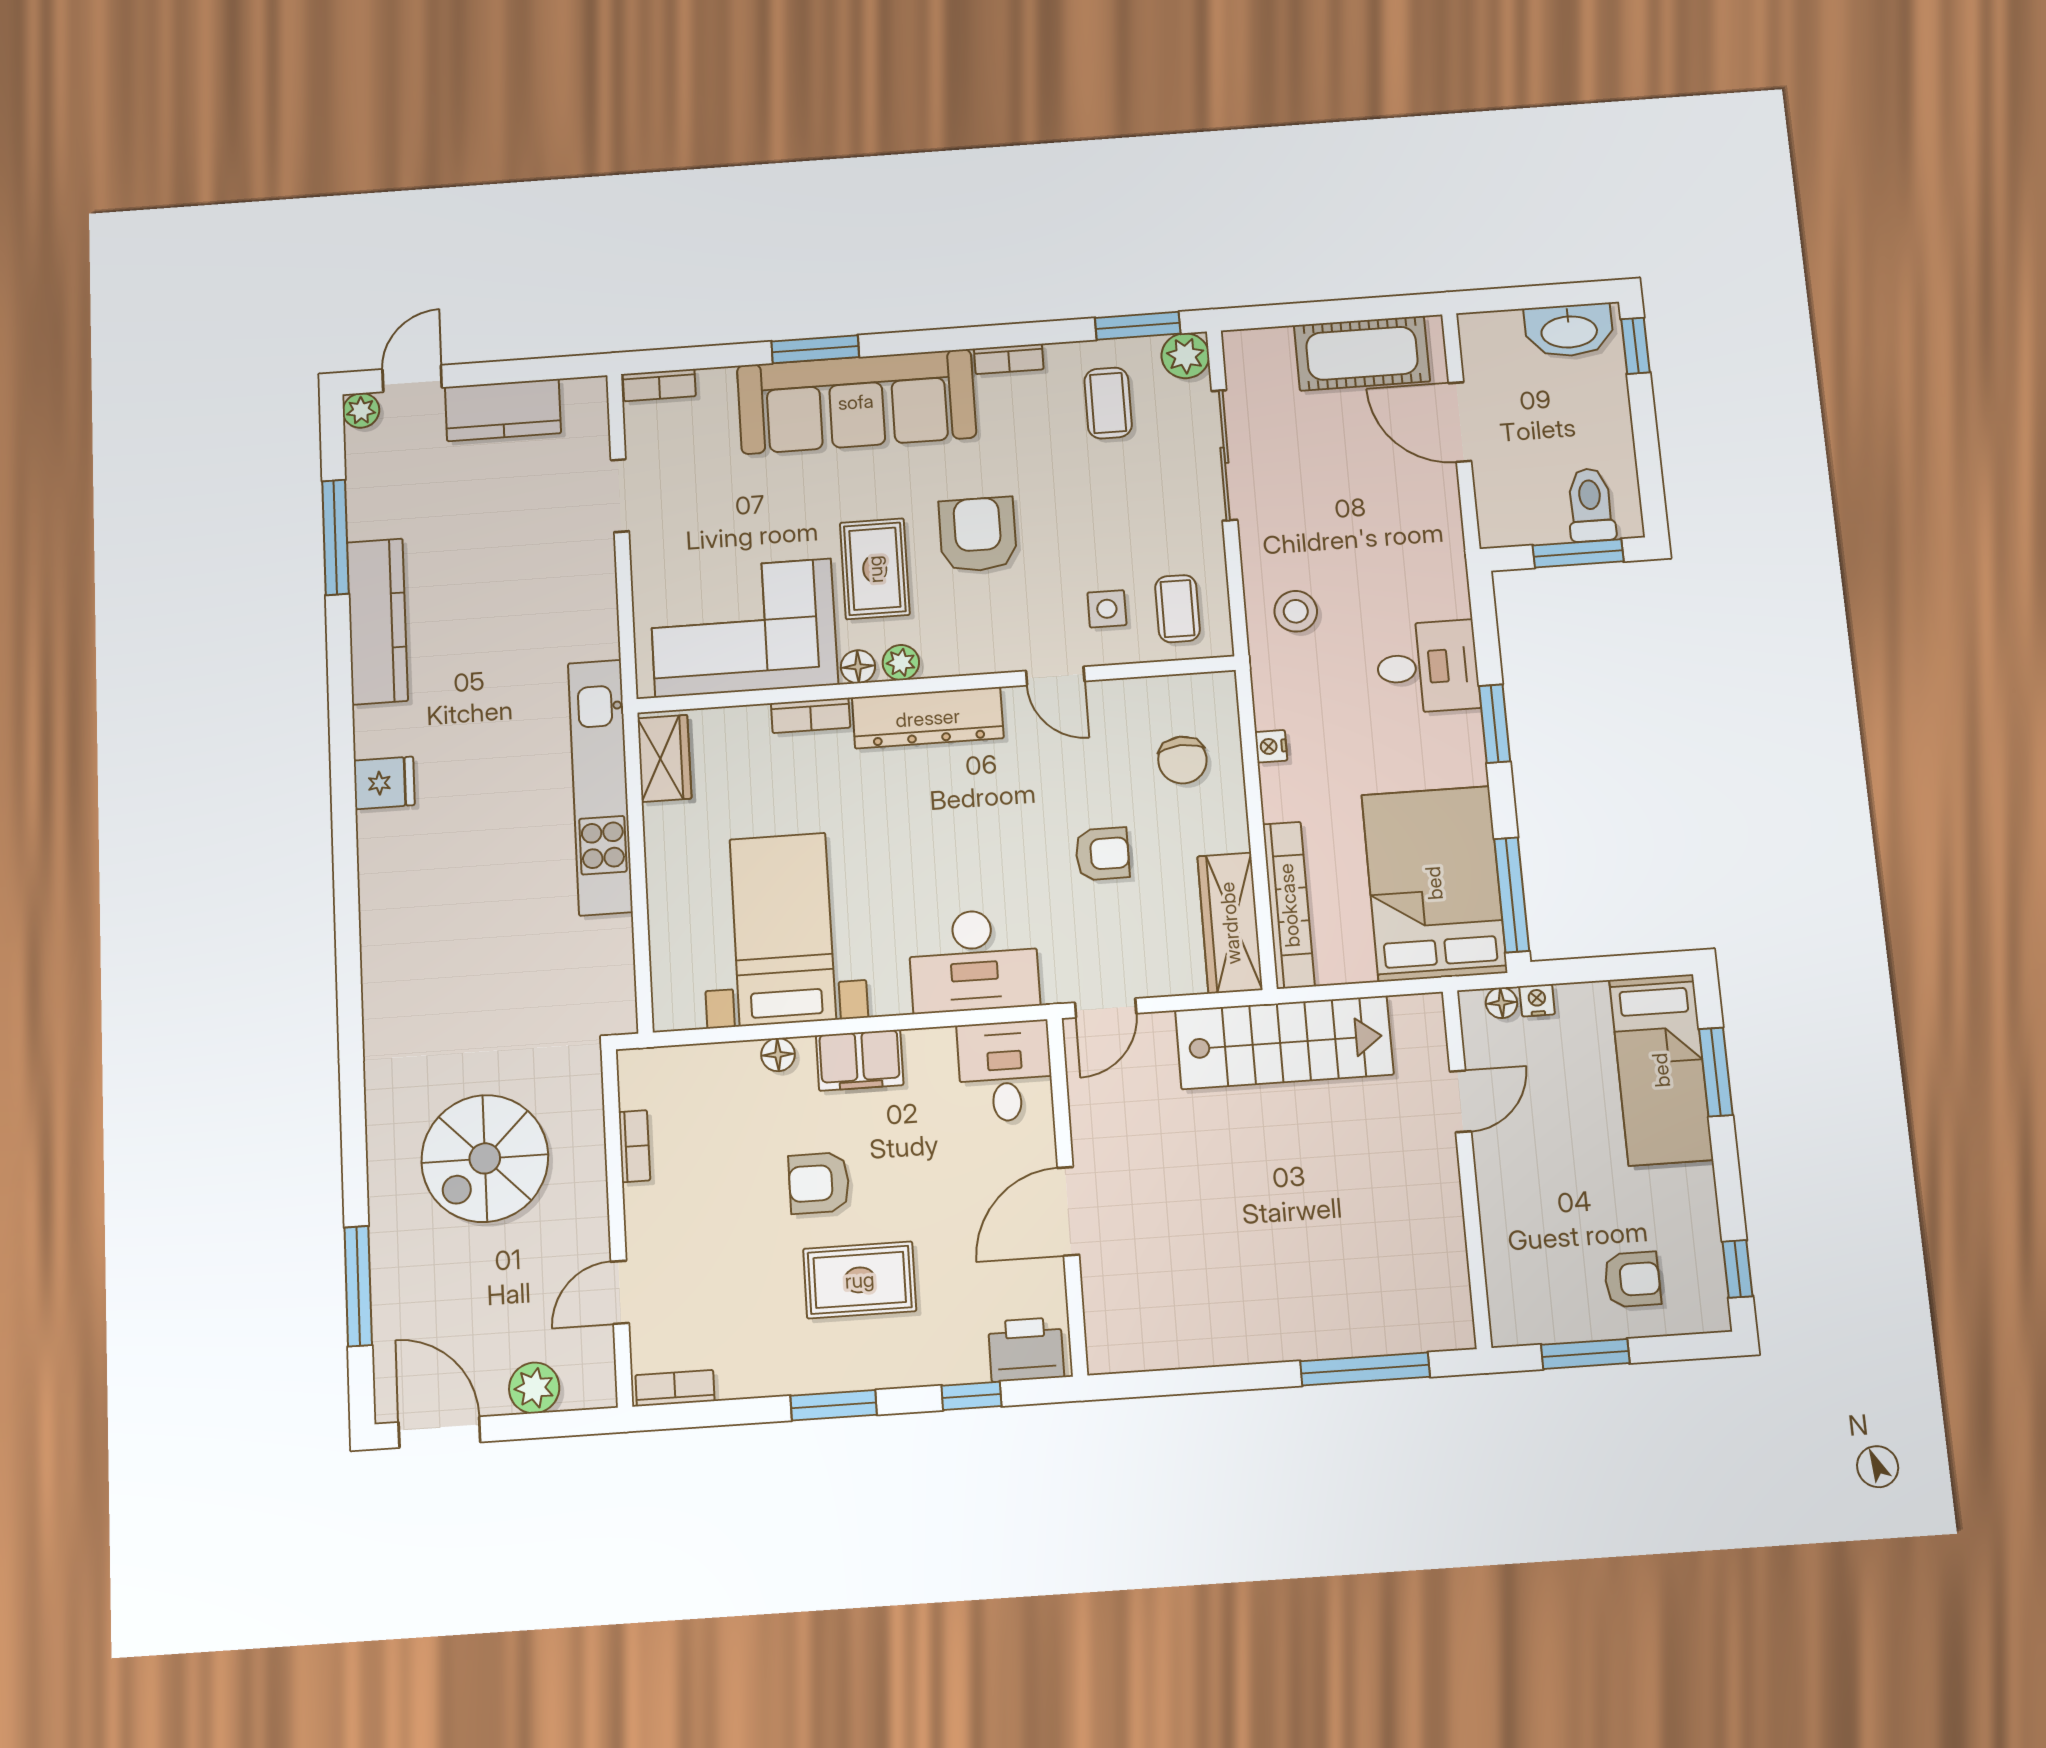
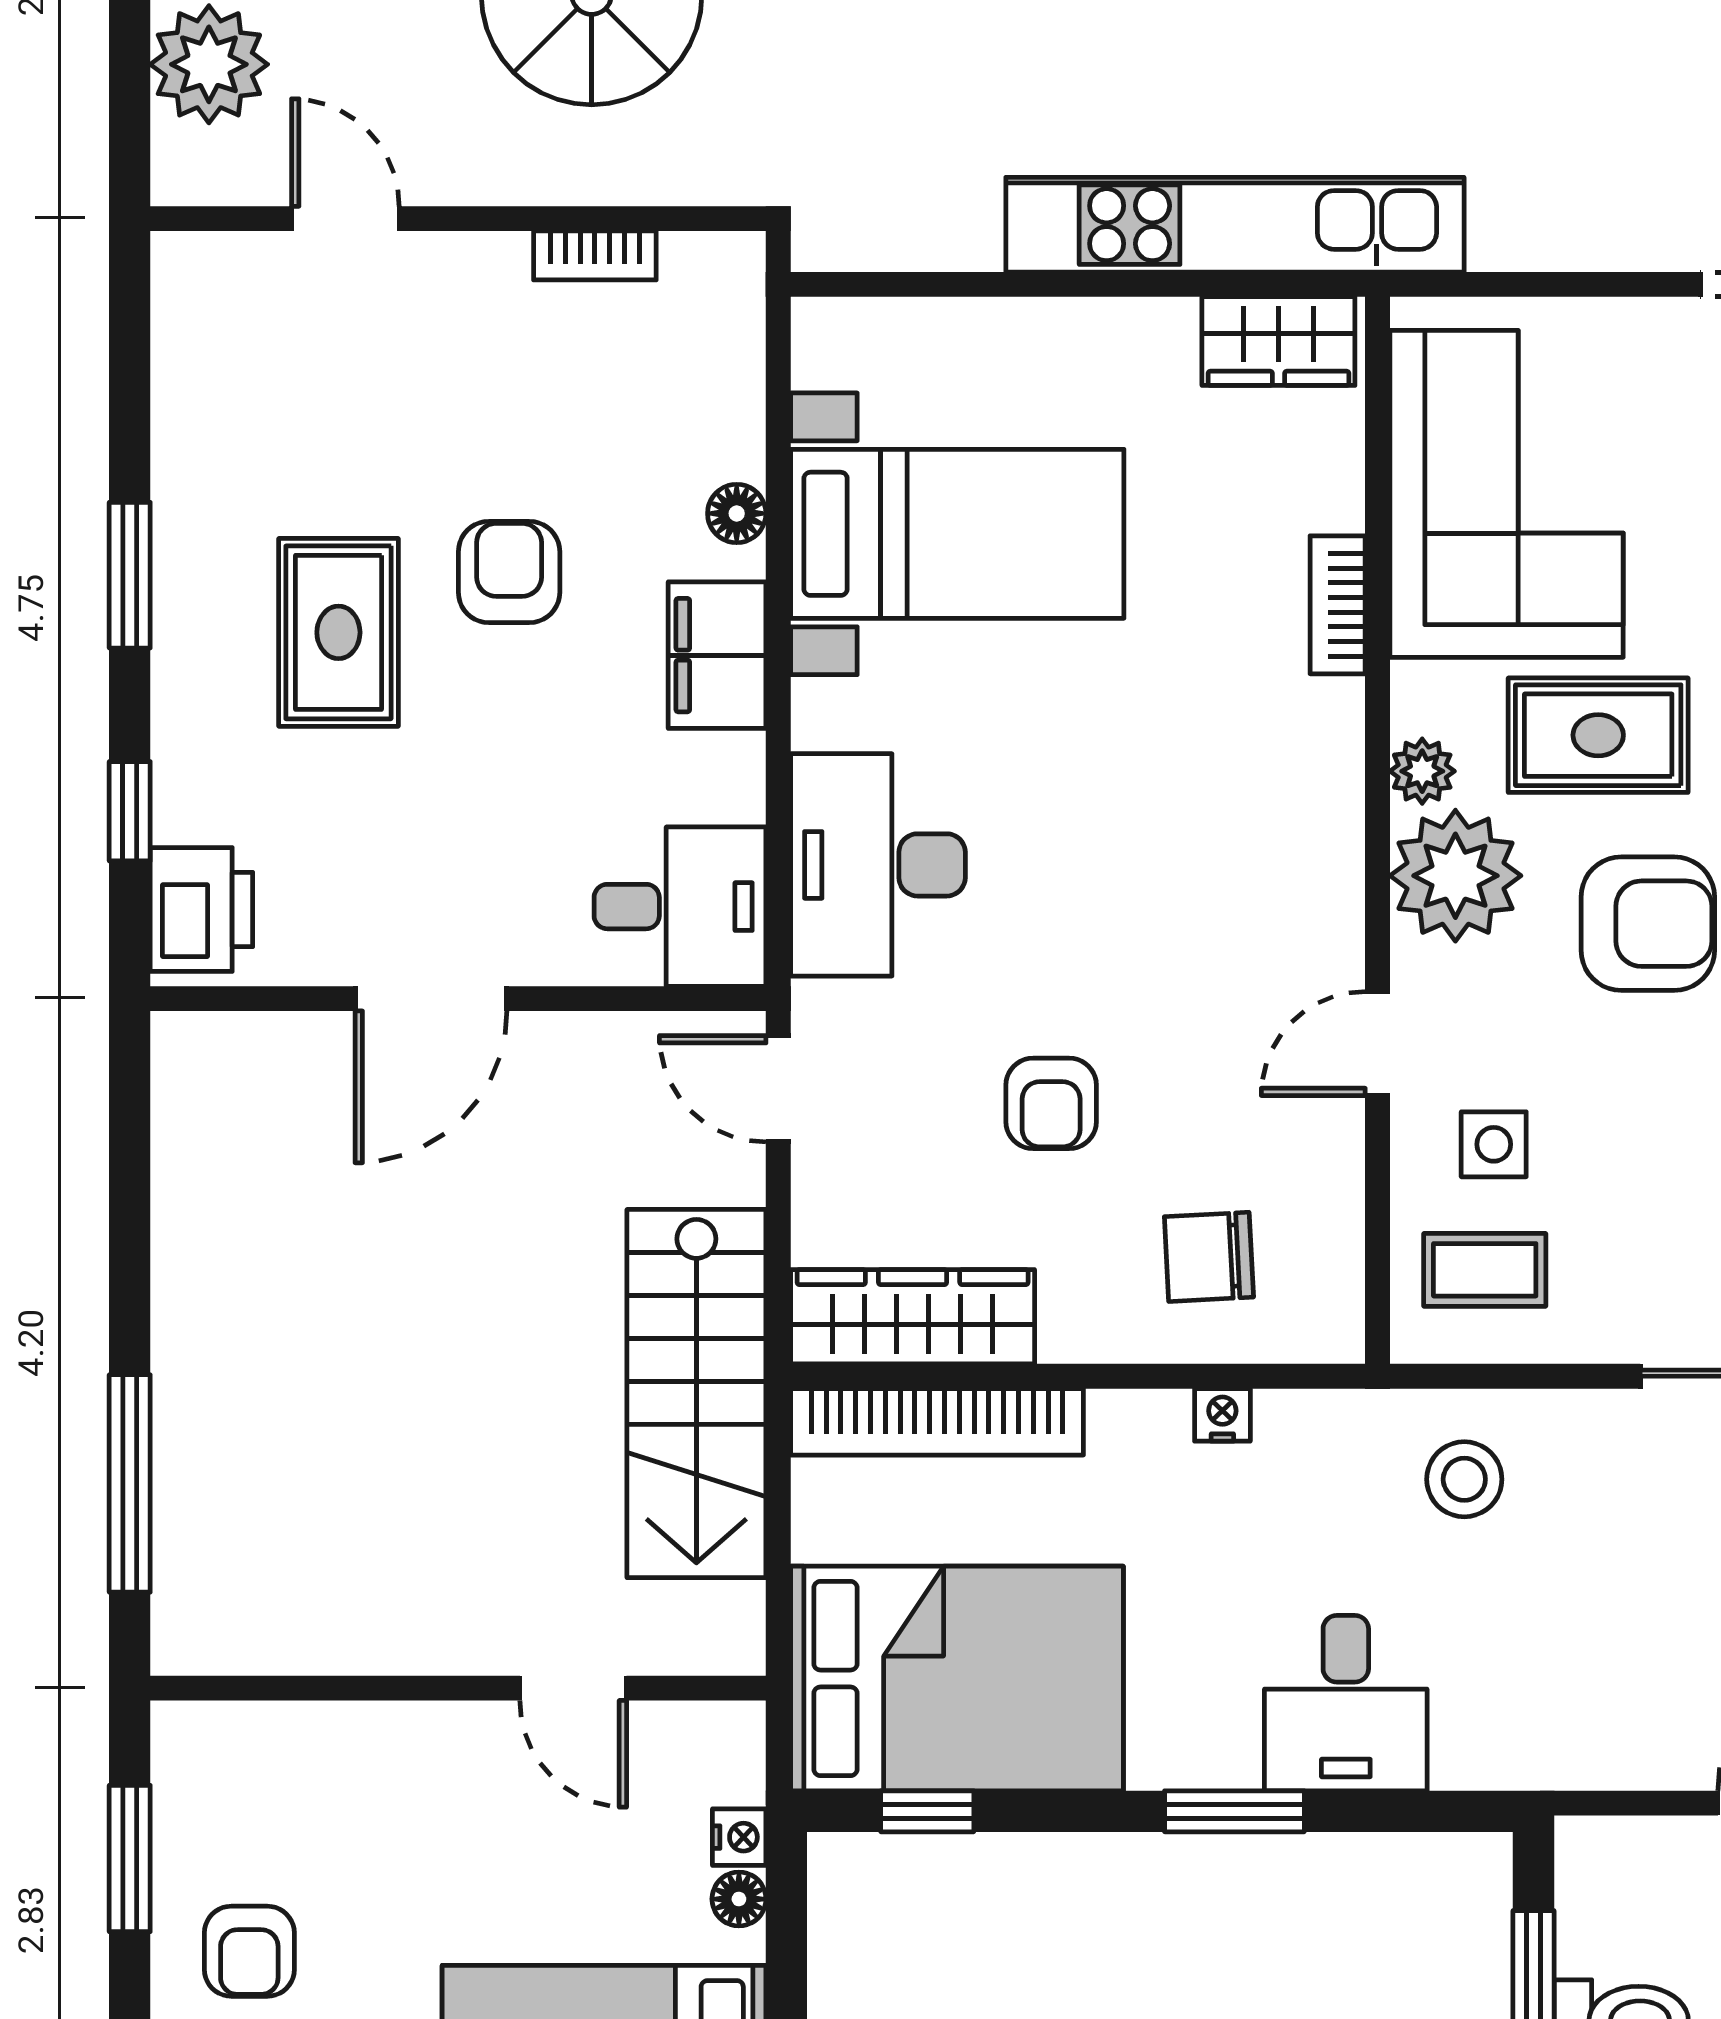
plant: (958, 640) -> (1455, 876), added
floor lamp: (858, 667) -> (1420, 694), removed
dresser: (928, 718) -> (1318, 812), removed
window: (1512, 895) -> (927, 1811), width x0.46
floor lamp: (1501, 1003) -> (739, 1899), moved
door: (1068, 1211) -> (431, 999), swing flipped
plant: (534, 1388) -> (209, 64), width x1.36, depth x1.36
bookcase: (675, 1388) -> (177, 306), removed

